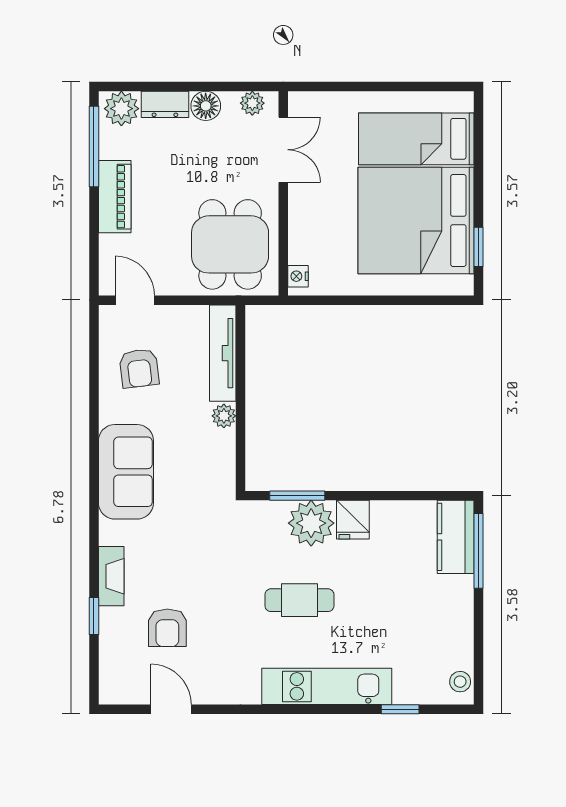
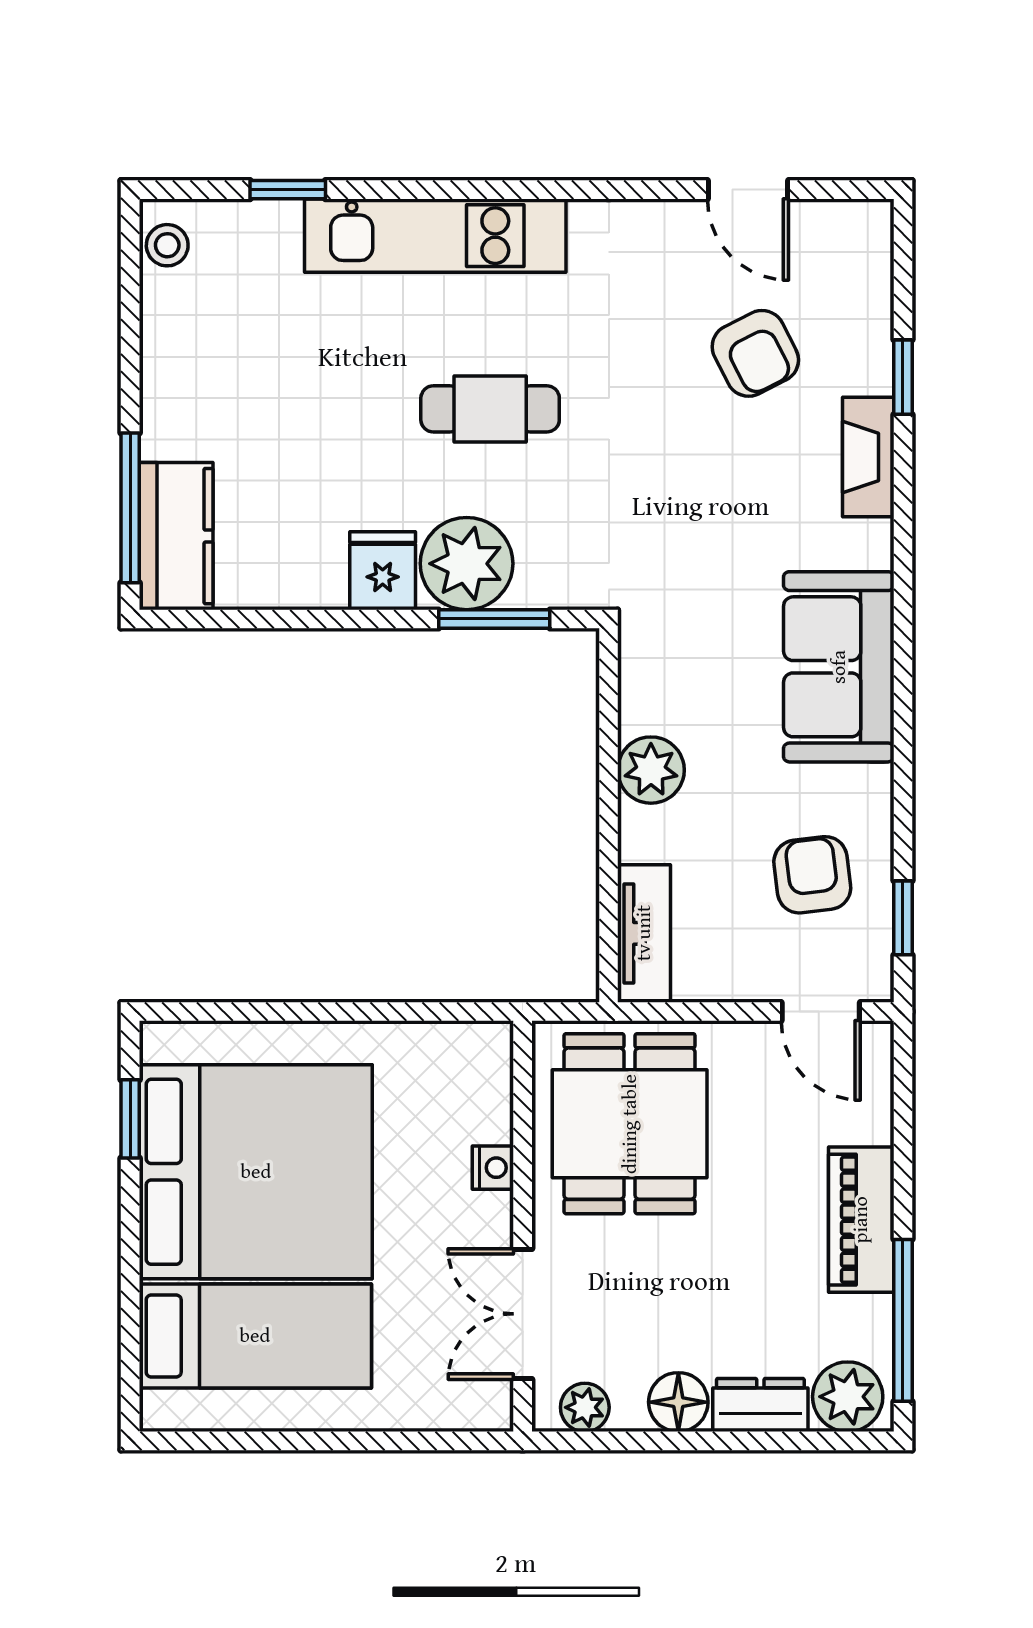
nightstand: (298, 276) -> (493, 1168), moved
window: (94, 347) -> (903, 918), added
tv unit: (223, 353) -> (644, 933), width x0.71
plant: (224, 416) -> (651, 770), width x1.38, depth x1.38
armchair: (167, 628) -> (755, 353), turned 153

